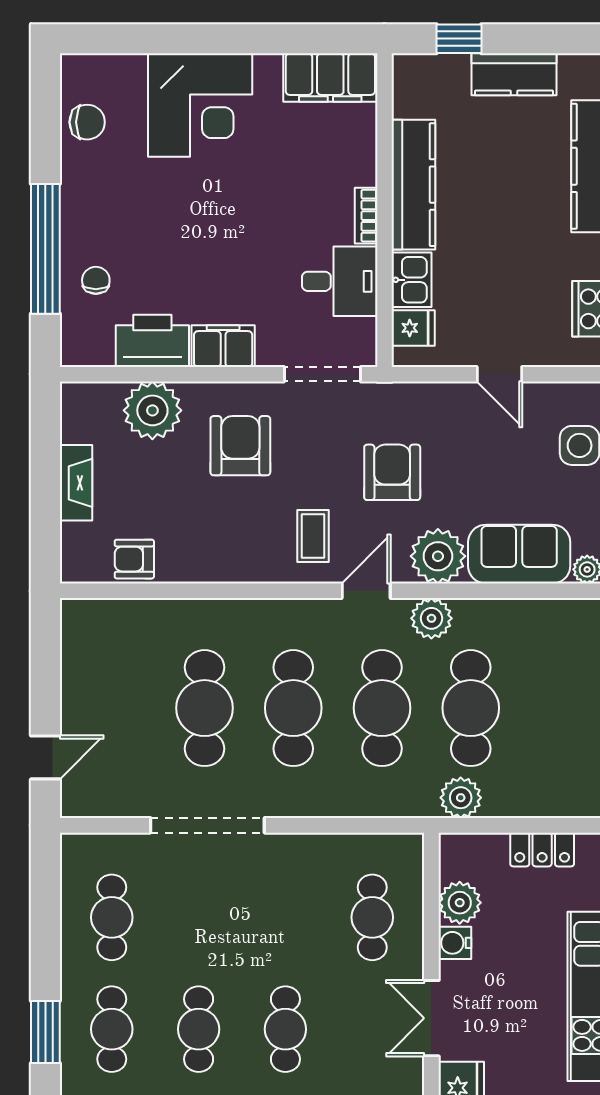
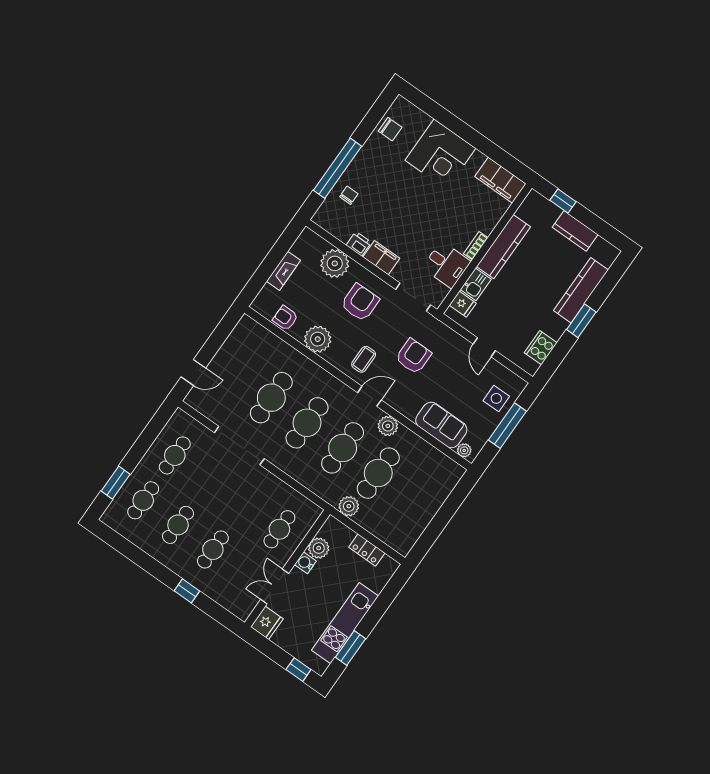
printer: (152, 341) -> (359, 244), width x0.53, depth x0.68
plant: (438, 556) -> (318, 339), moved

